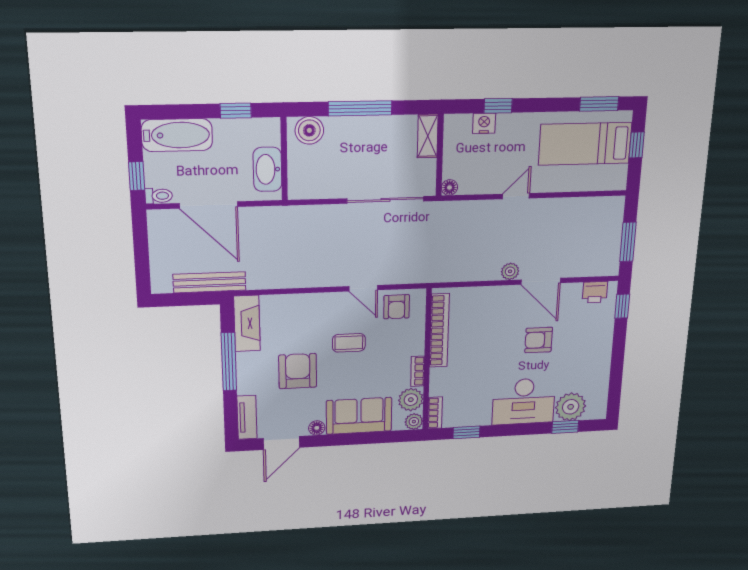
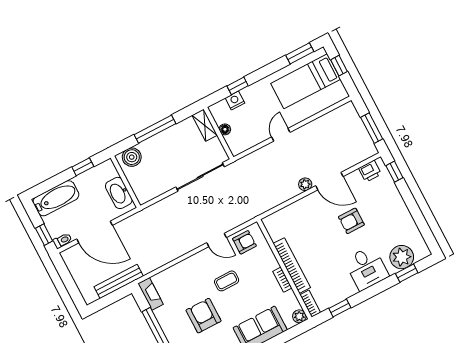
floor lamp: (449, 187) -> (225, 129), moved
armchair: (397, 307) -> (244, 242), turned -90
fireplace: (247, 323) -> (151, 294), width x0.73, depth x0.76
bookcase: (439, 331) -> (292, 266), moved
plant: (411, 400) -> (289, 302), removed
desk: (524, 401) -> (367, 268), width x0.73

